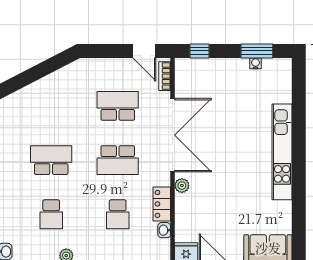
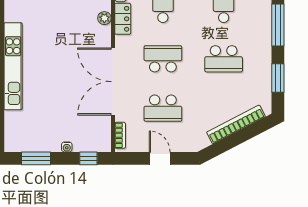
door: (144, 51) -> (160, 158), moved
water cooler: (256, 63) -> (67, 147), moved
bookcase: (38, 88) -> (236, 124), added
plant: (182, 186) -> (104, 18), moved

